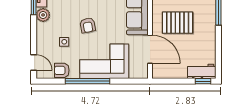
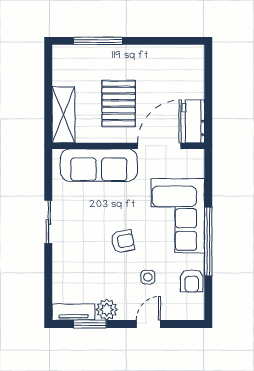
door: (34, 62) -> (148, 324), moved
workbench: (202, 71) -> (193, 121), moved
window: (203, 81) -> (208, 64), removed

